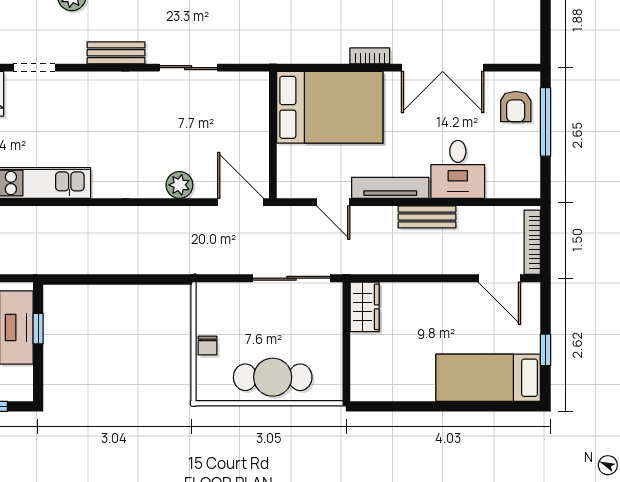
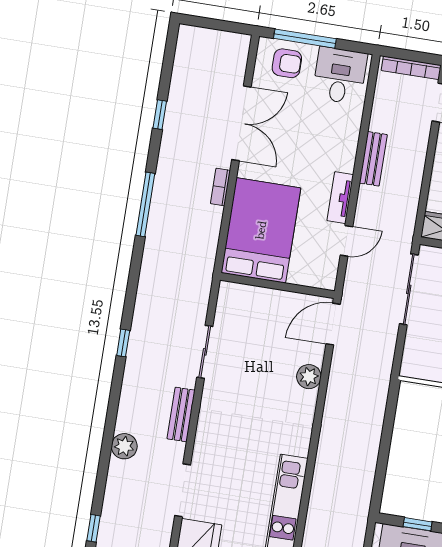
doorway: (34, 68) -> (183, 490), width x1.38
desk: (458, 169) -> (340, 76), moved, turned -90
tv unit: (390, 188) -> (340, 198), width x0.71

